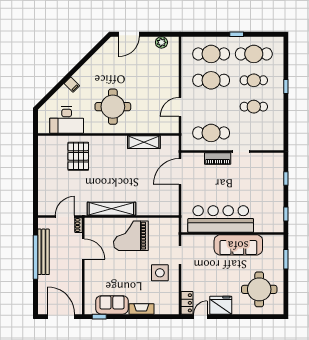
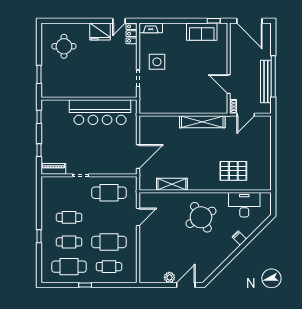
plant: (161, 42) -> (169, 277), moved
cafe table: (211, 54) -> (109, 267), width x0.73, depth x0.74
round table: (113, 107) -> (201, 217), turned -30
pallet: (78, 156) -> (233, 171), turned 90
piano: (218, 158) -> (53, 169), moved
grand piano: (131, 236) -> (184, 97), removed
sofa: (238, 245) -> (83, 88), removed
round table: (259, 289) -> (64, 46), width x0.73, depth x0.73
fireplace: (141, 309) -> (151, 28), moved

